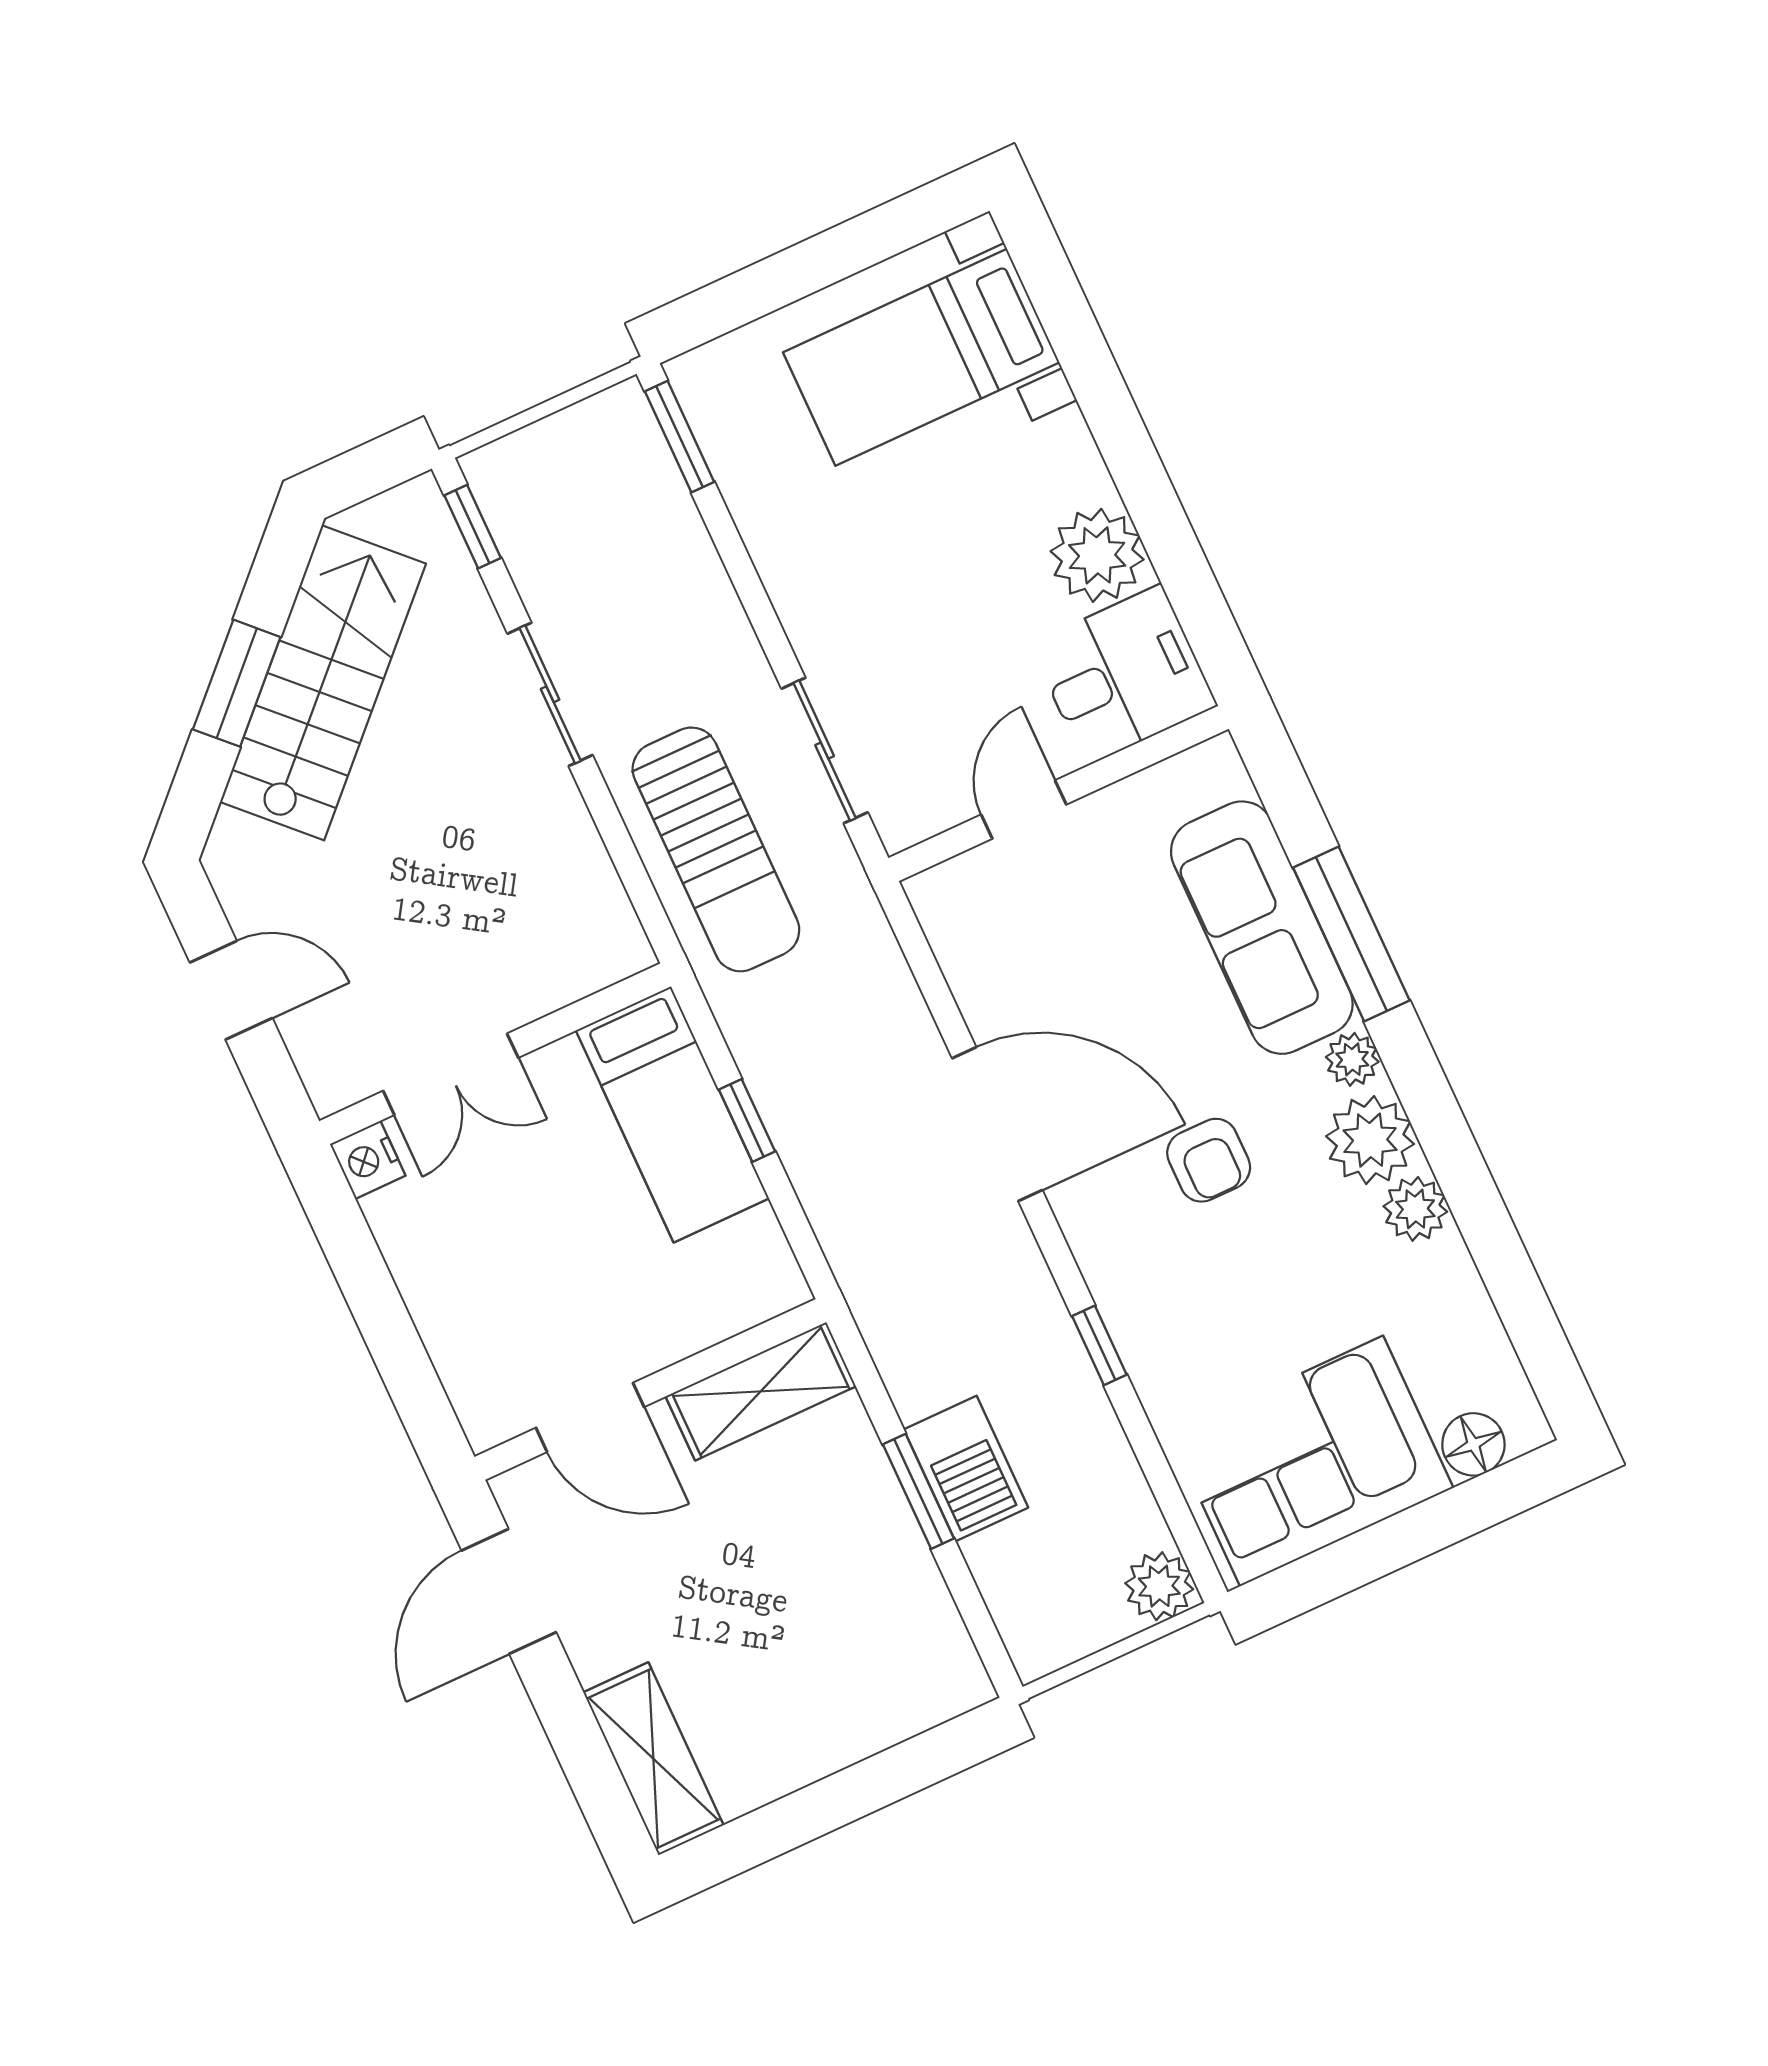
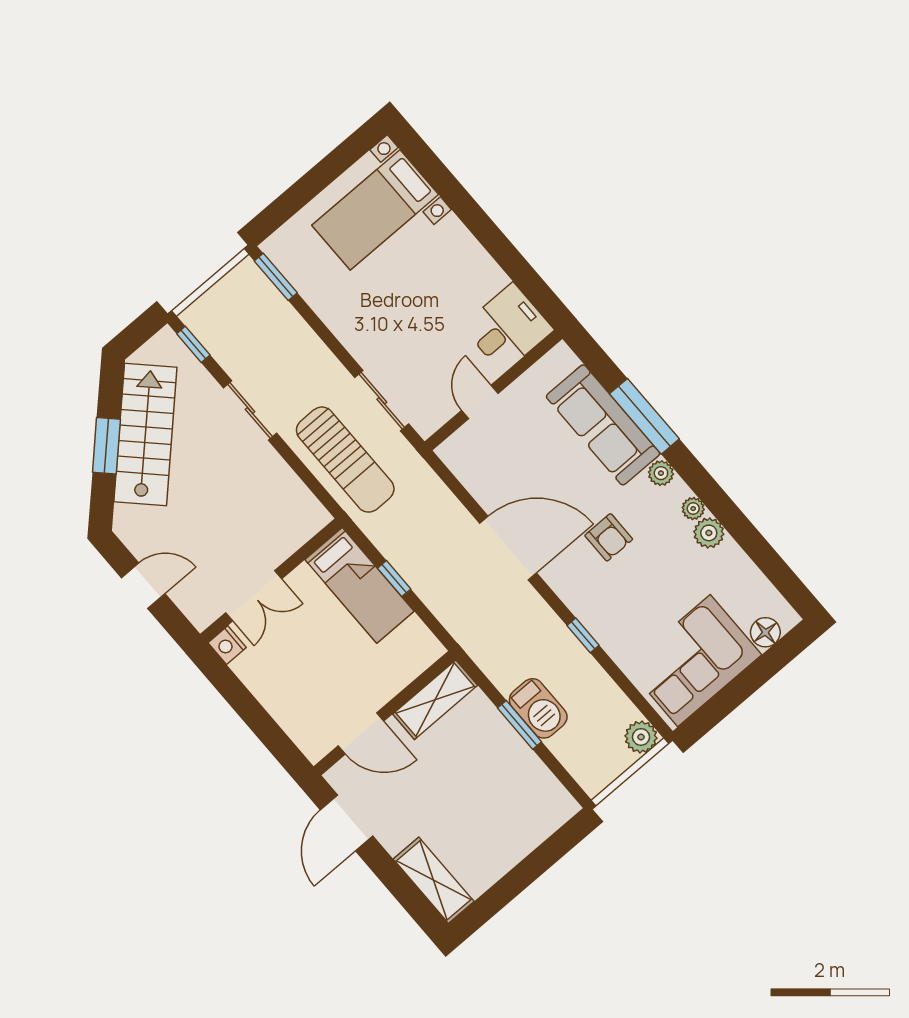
plant: (1097, 555) -> (480, 277), removed
plant: (1370, 1140) -> (693, 509), width x0.53, depth x0.53

